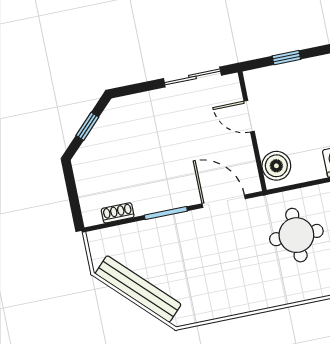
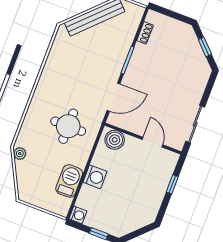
door: (249, 116) -> (153, 142), hinge flipped

